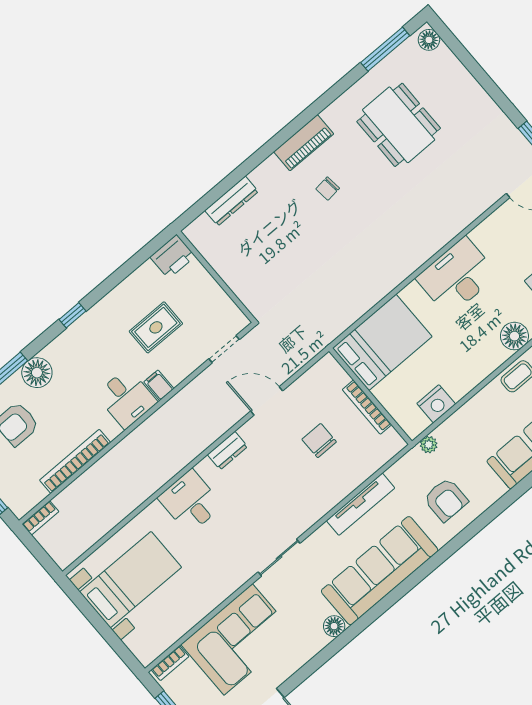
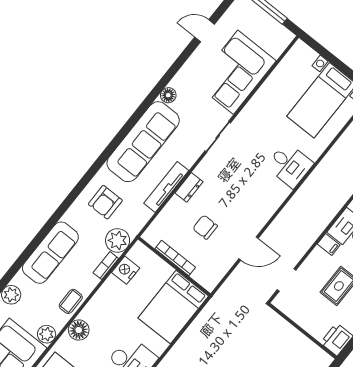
chair: (319, 441) -> (205, 227), turned 180
plant: (429, 445) -> (118, 240), width x1.88, depth x1.88
dresser: (227, 451) -> (189, 187), moved, turned 180
armchair: (446, 500) -> (105, 202), turned -90
bookcase: (170, 663) -> (106, 266), moved

